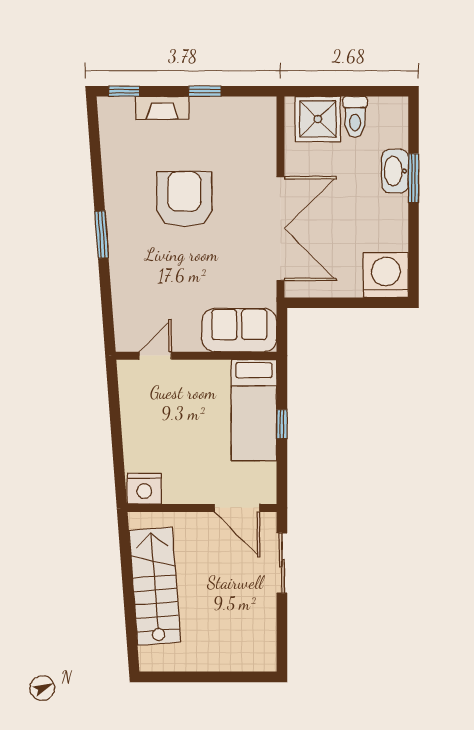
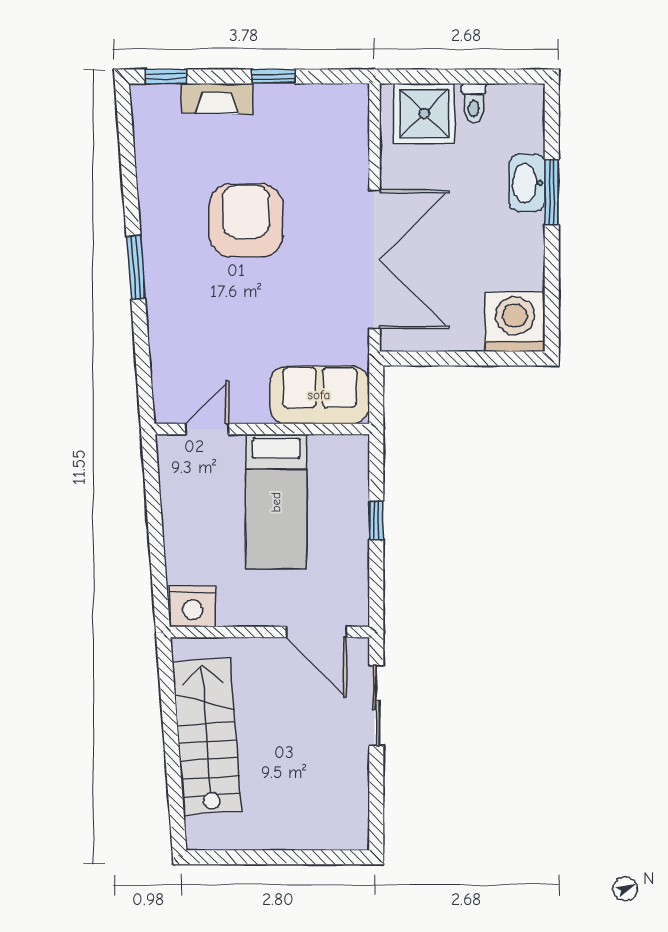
toilet: (355, 117) -> (474, 103), width x0.73, depth x0.72
bed: (254, 410) -> (276, 502), moved

